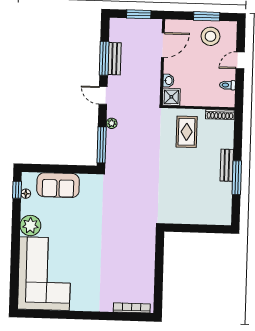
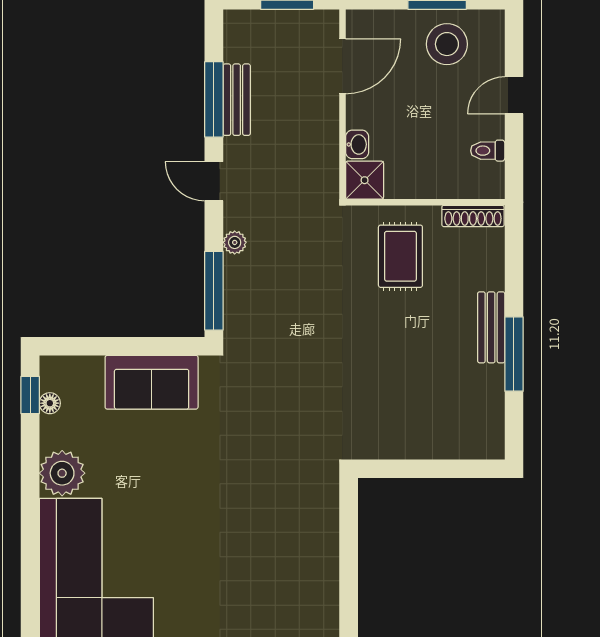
sofa: (58, 185) -> (152, 382), moved

